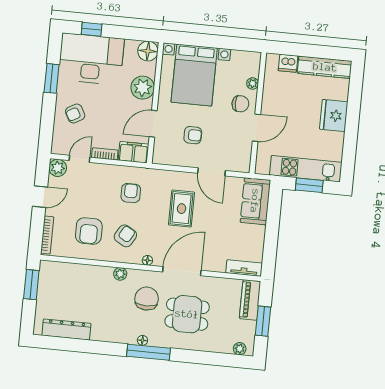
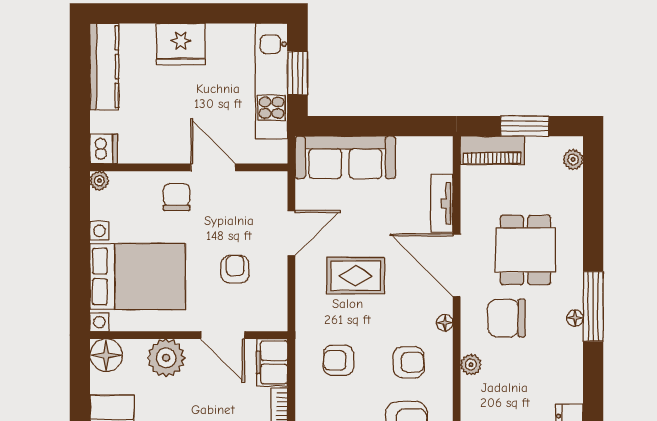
dishwasher: (288, 63) -> (104, 149), moved
plant: (253, 83) -> (99, 181), moved
sofa: (255, 201) -> (345, 157), width x1.36
armchair: (125, 236) -> (409, 362), turned 150
tv unit: (244, 268) -> (442, 203), moved

